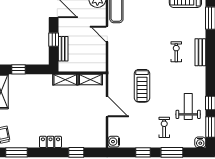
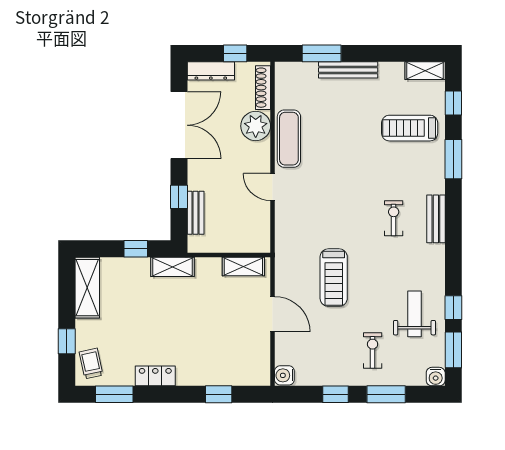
window: (18, 69) -> (136, 249), moved
shelving: (65, 80) -> (173, 267), moved
locker: (50, 142) -> (155, 376), moved

